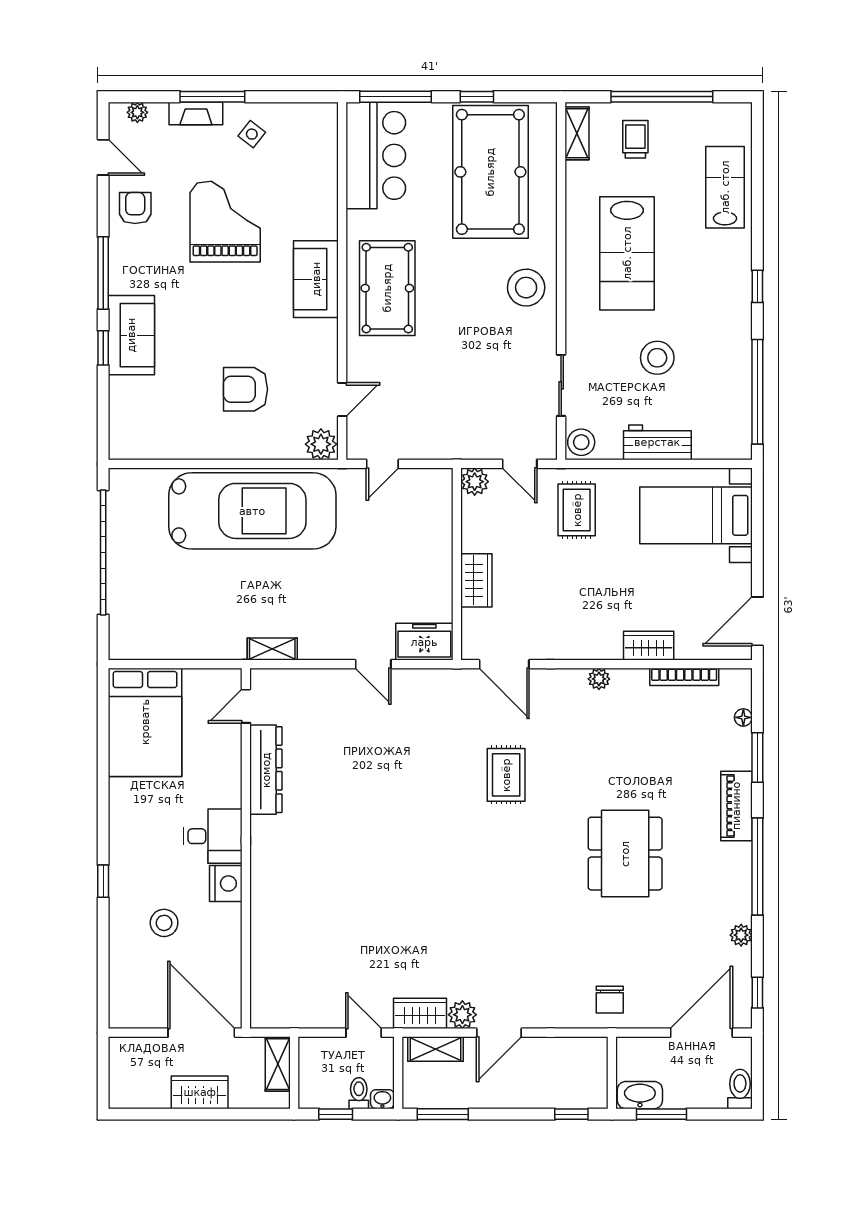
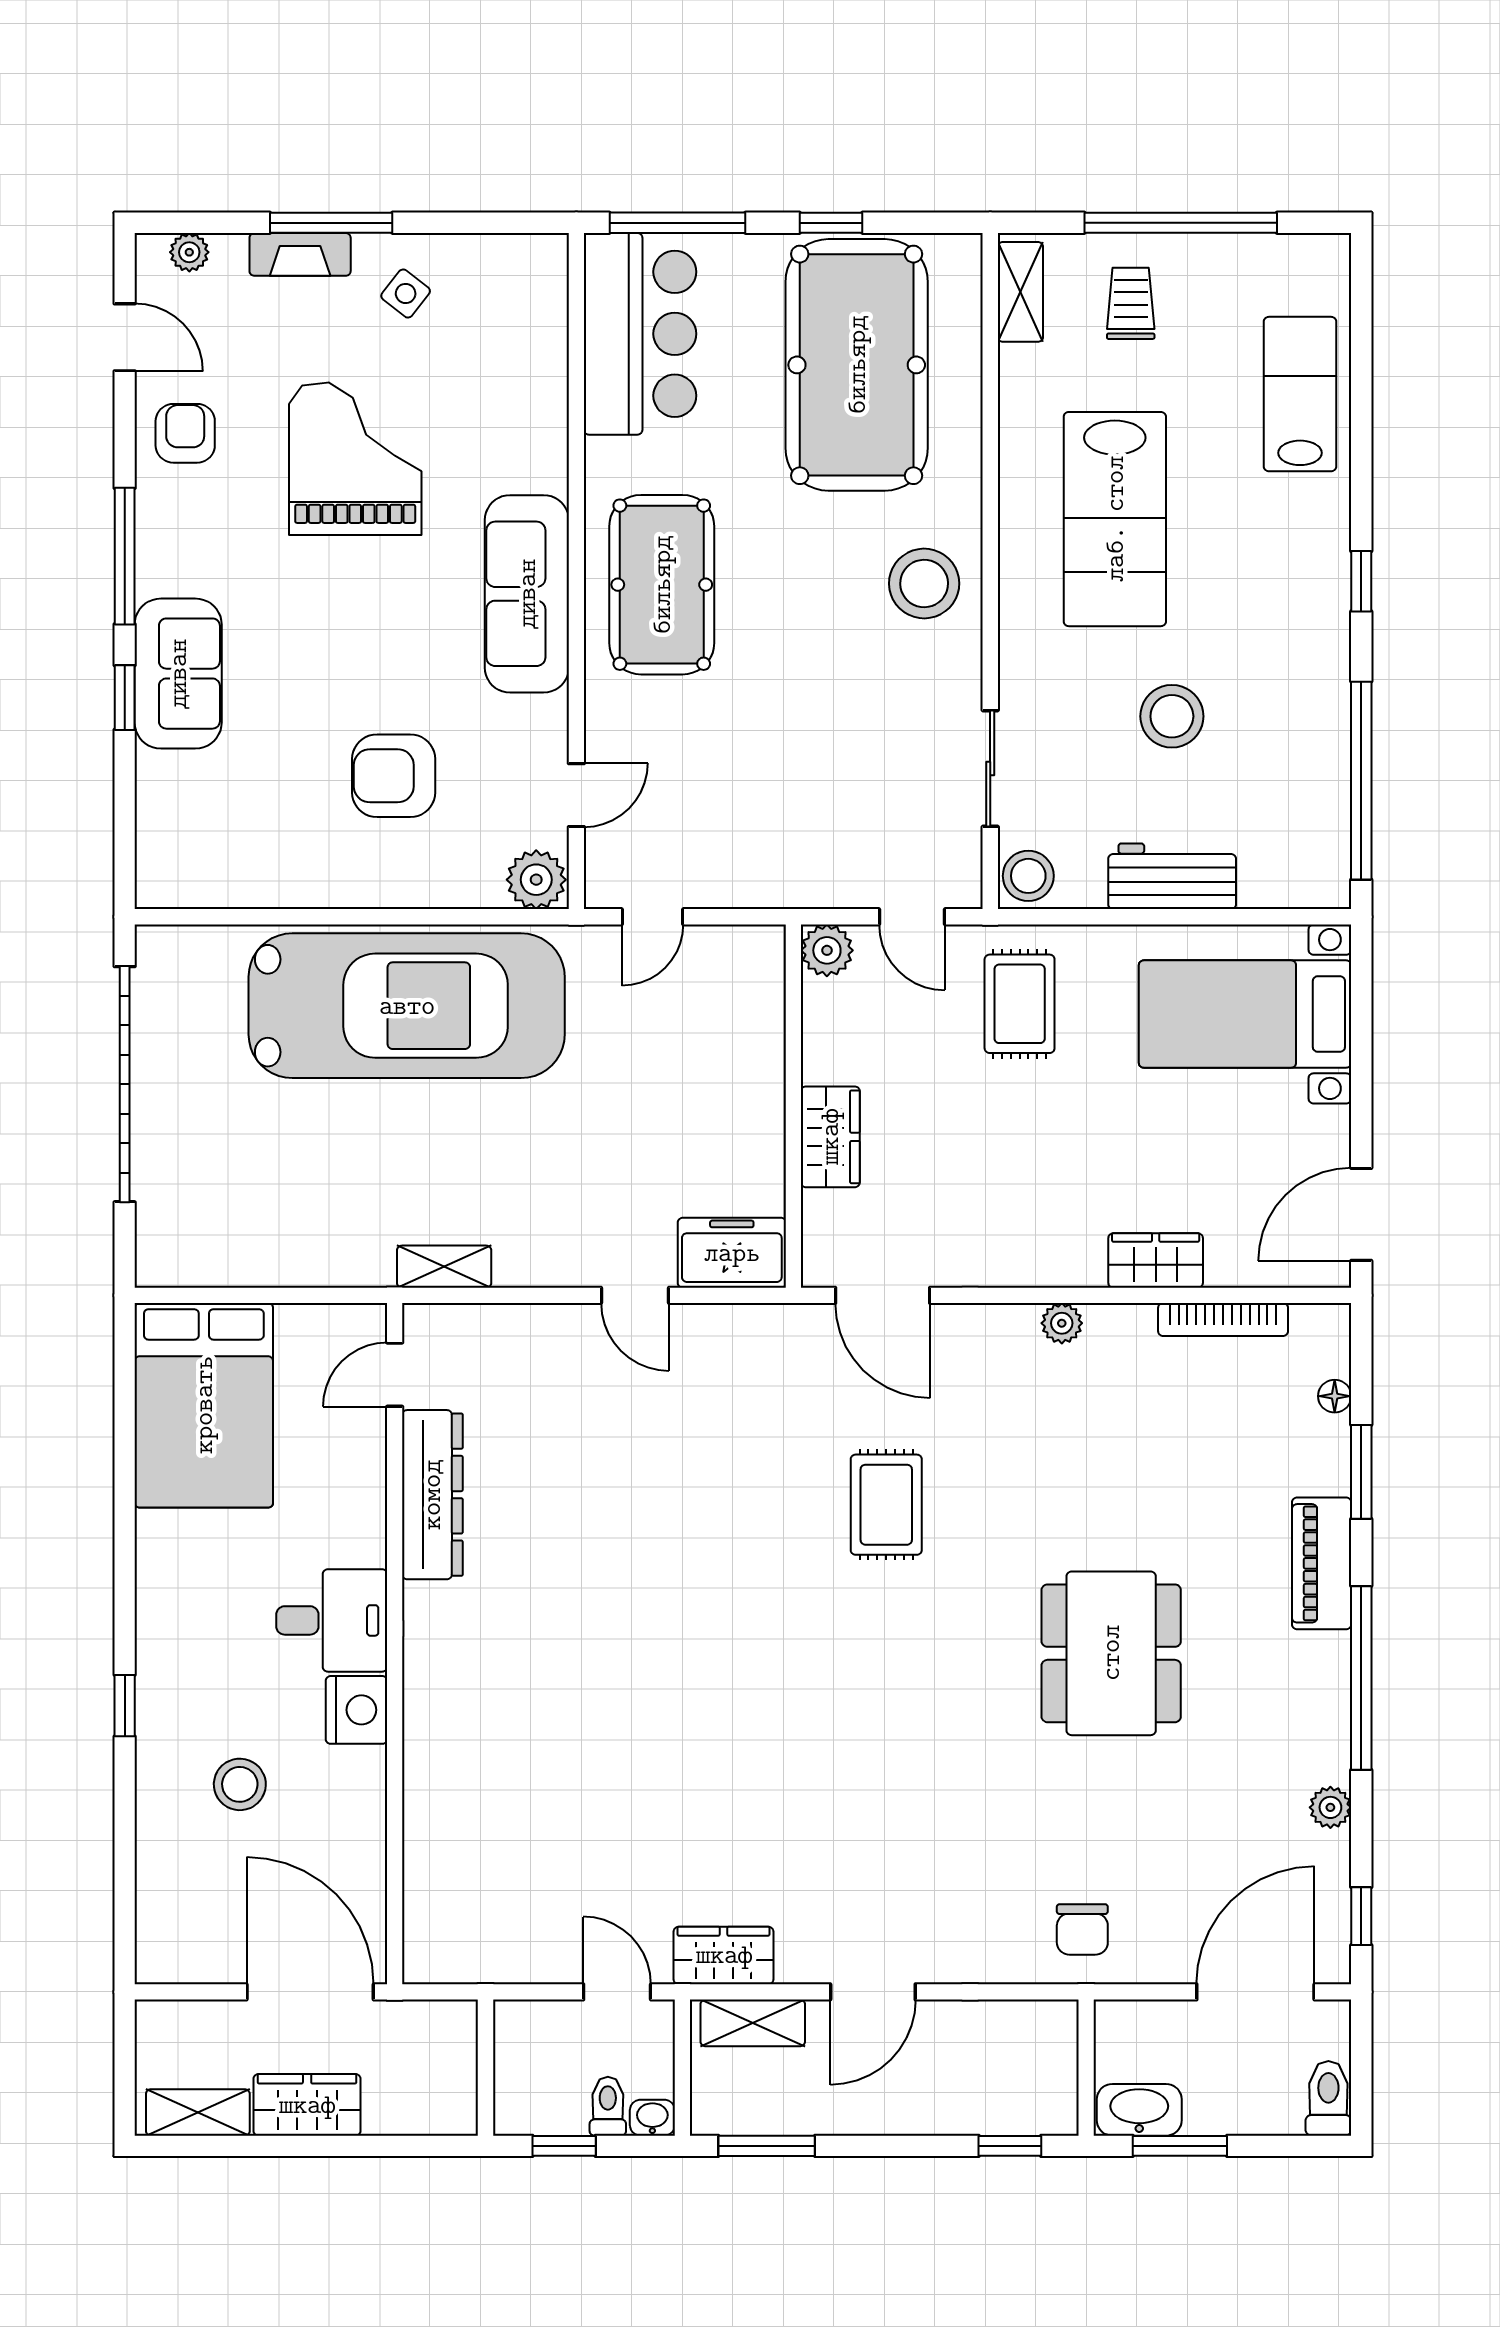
sofa: (316, 279) -> (527, 594), width x1.36
plant: (462, 1015) -> (804, 1958), removed
shelving: (278, 1064) -> (198, 2112), moved, turned 90

